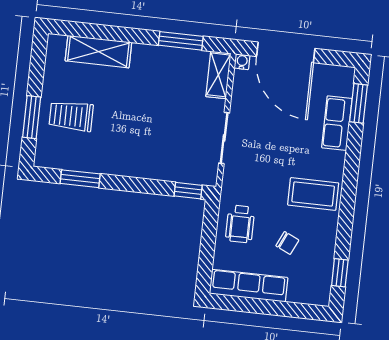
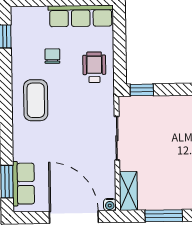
row of seats: (337, 123) -> (23, 184), moved
coffee table: (313, 194) -> (36, 100), turned 90
chair: (287, 243) -> (52, 56), turned 65

